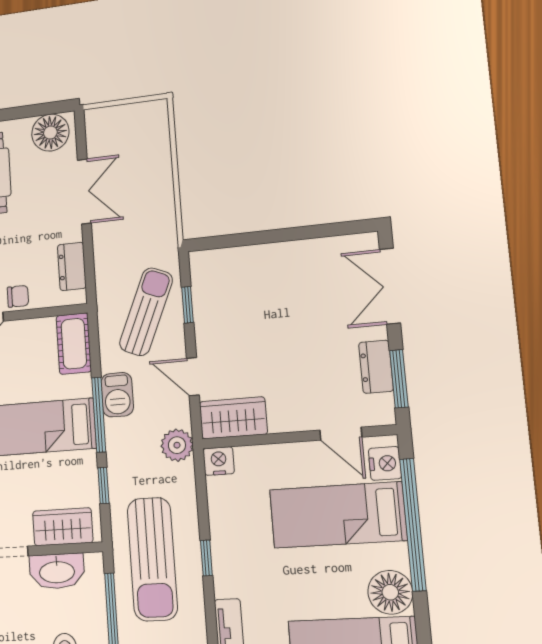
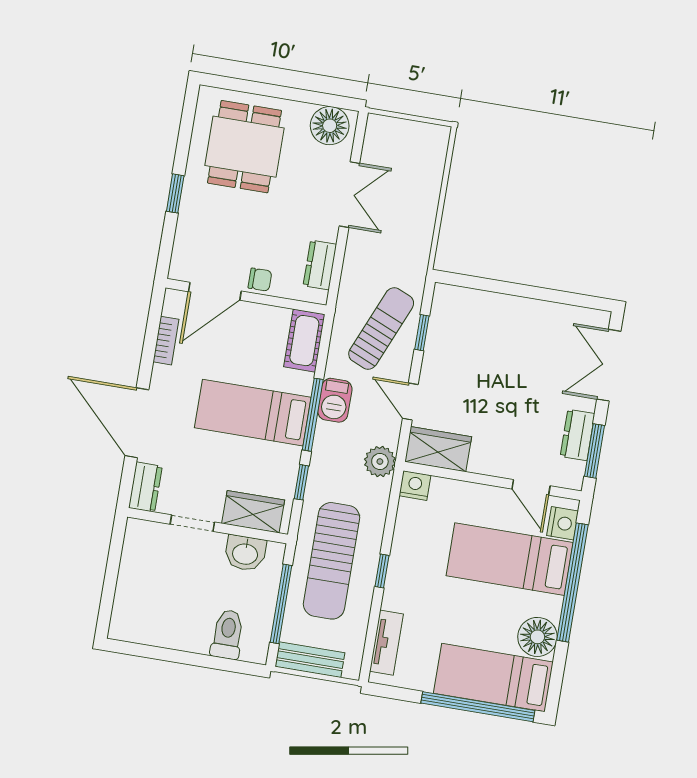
washbasin: (57, 571) -> (245, 553), width x0.72

